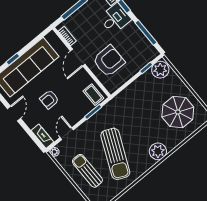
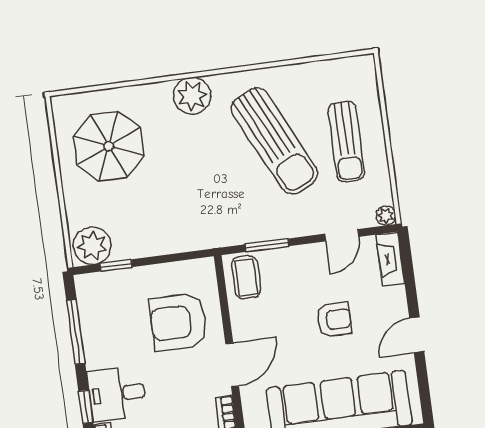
sun lounger: (115, 154) -> (274, 141), turned 130

